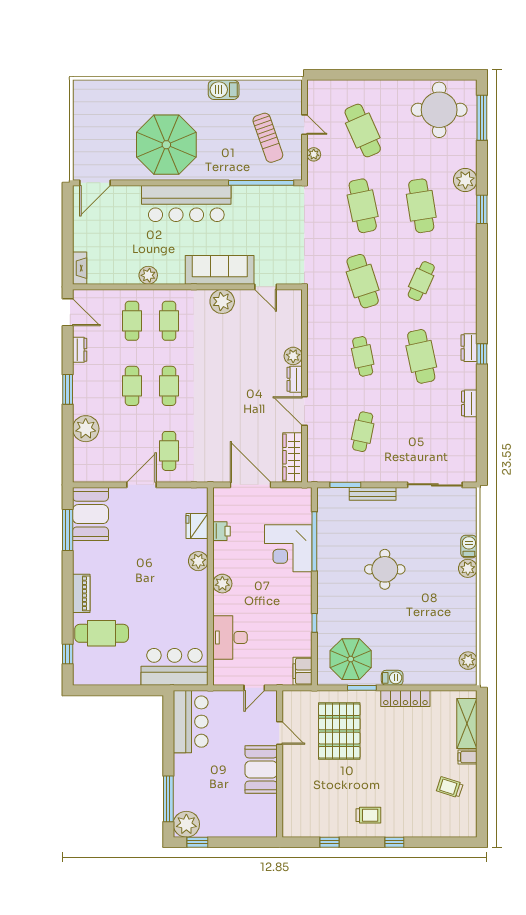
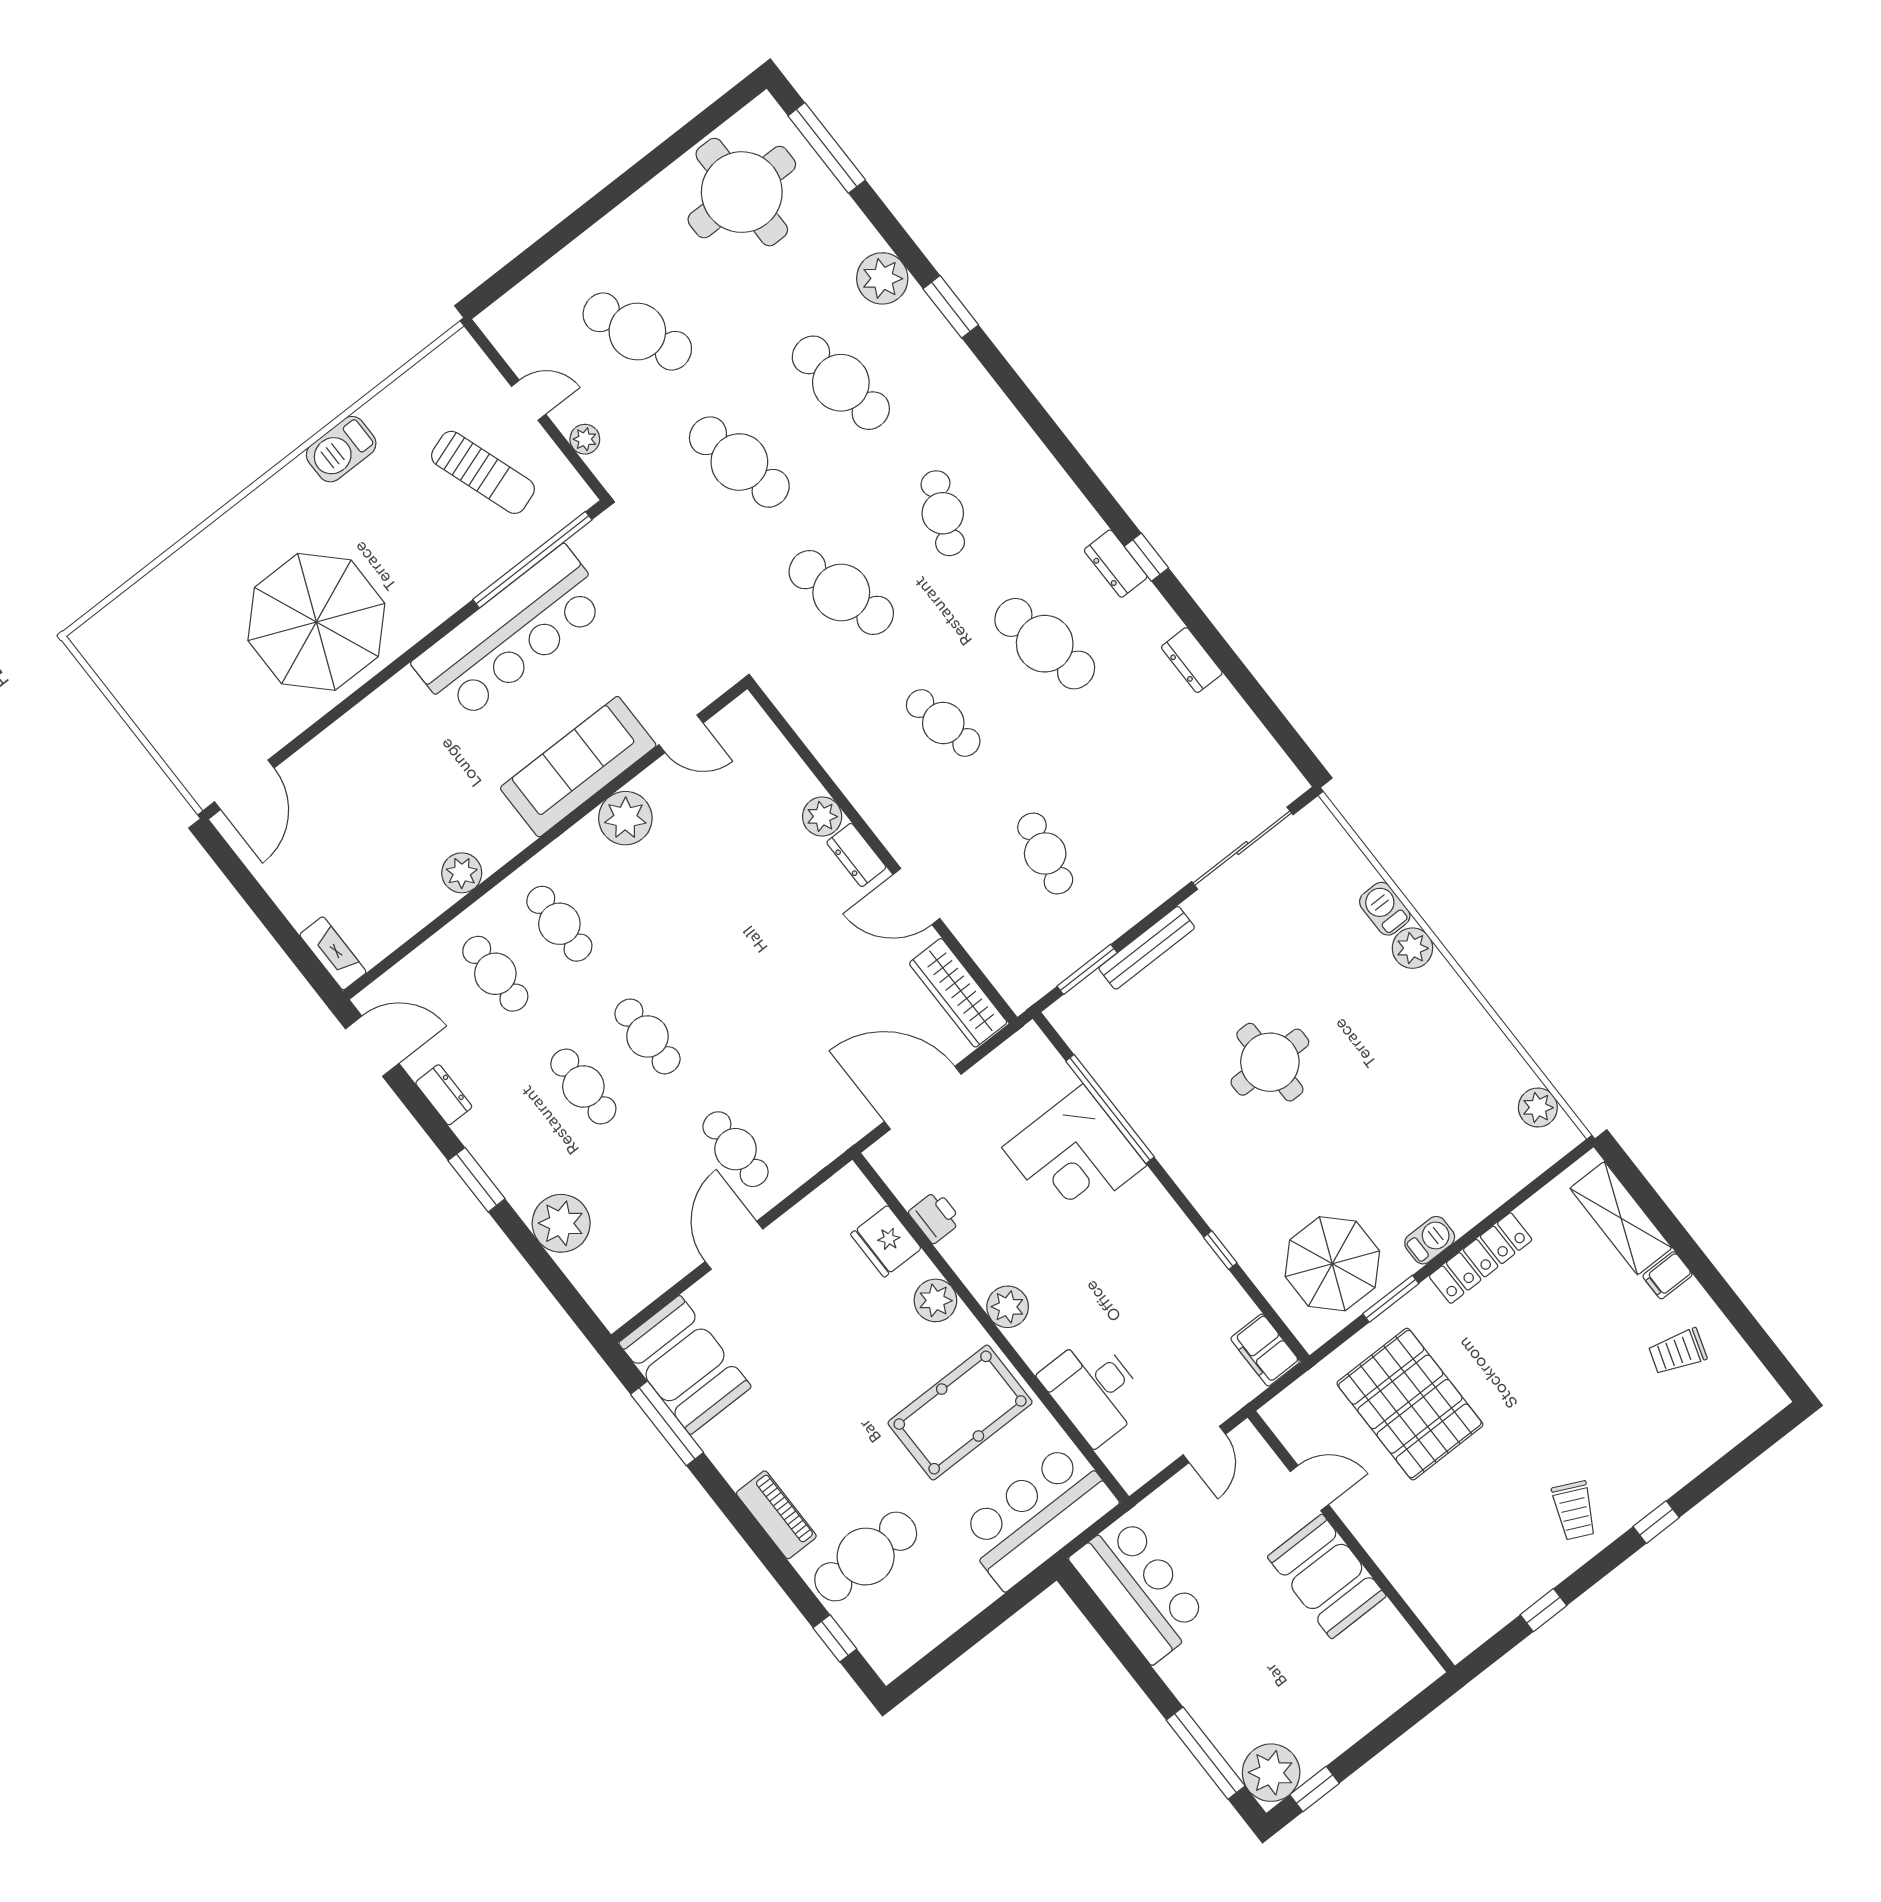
bar counter: (186, 204) -> (511, 634), moved
pool table: (176, 608) -> (960, 1413), added
trolley: (368, 815) -> (1574, 1510), turned 115

